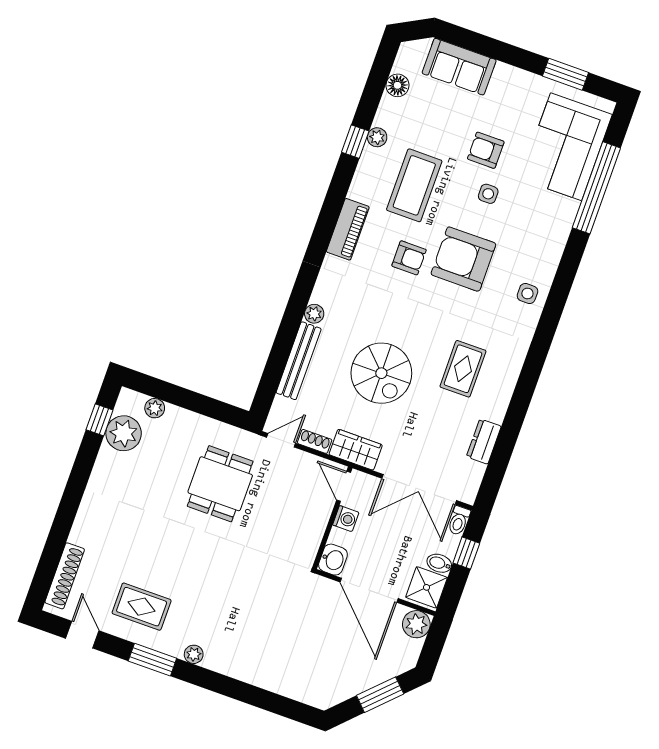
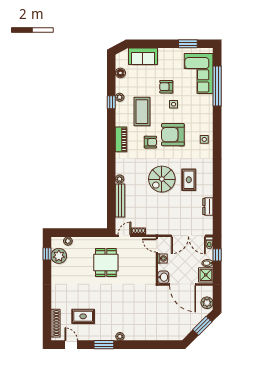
spiral stairs: (381, 373) -> (162, 179), moved, turned 90
wardrobe: (356, 450) -> (157, 229), removed
rug: (142, 607) -> (83, 316), moved
plant: (416, 624) -> (207, 303), moved

